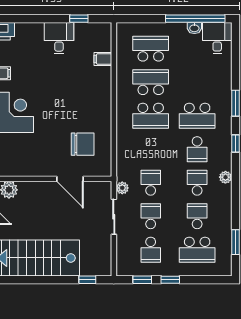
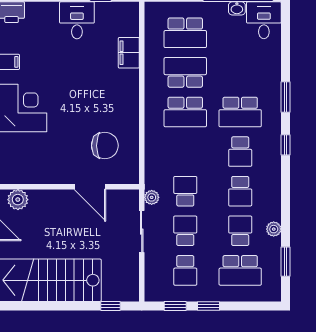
school desk: (151, 49) -> (185, 33), turned 180
filing cabinet: (103, 59) -> (129, 53), width x2.00
plant: (225, 177) -> (274, 229), moved
school desk: (197, 183) -> (240, 191), turned 180

